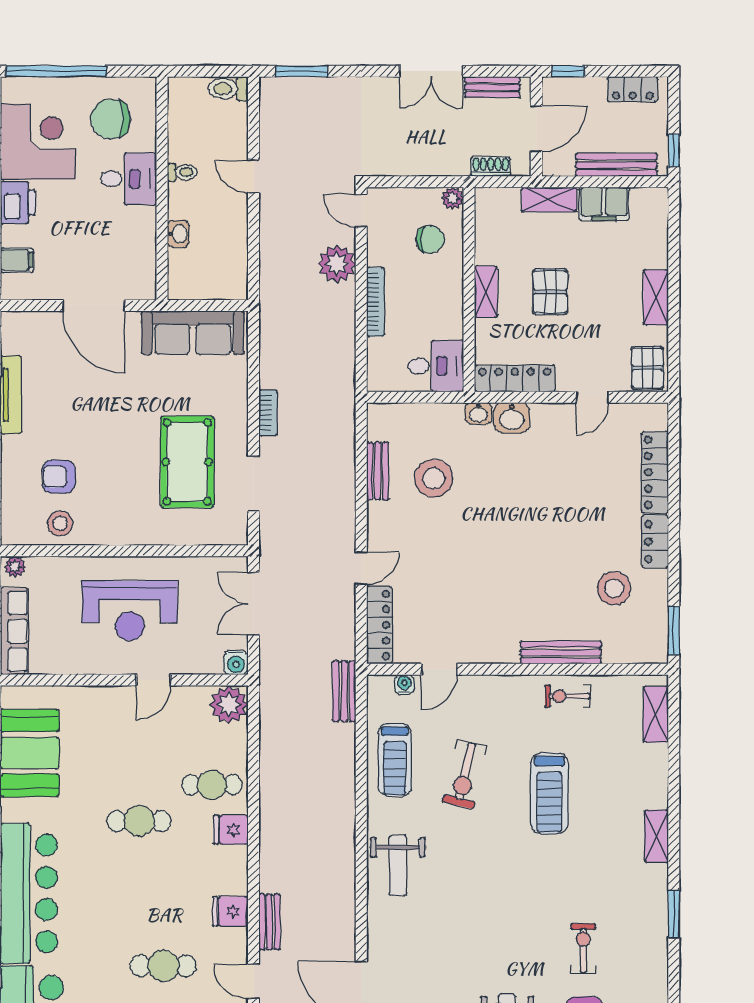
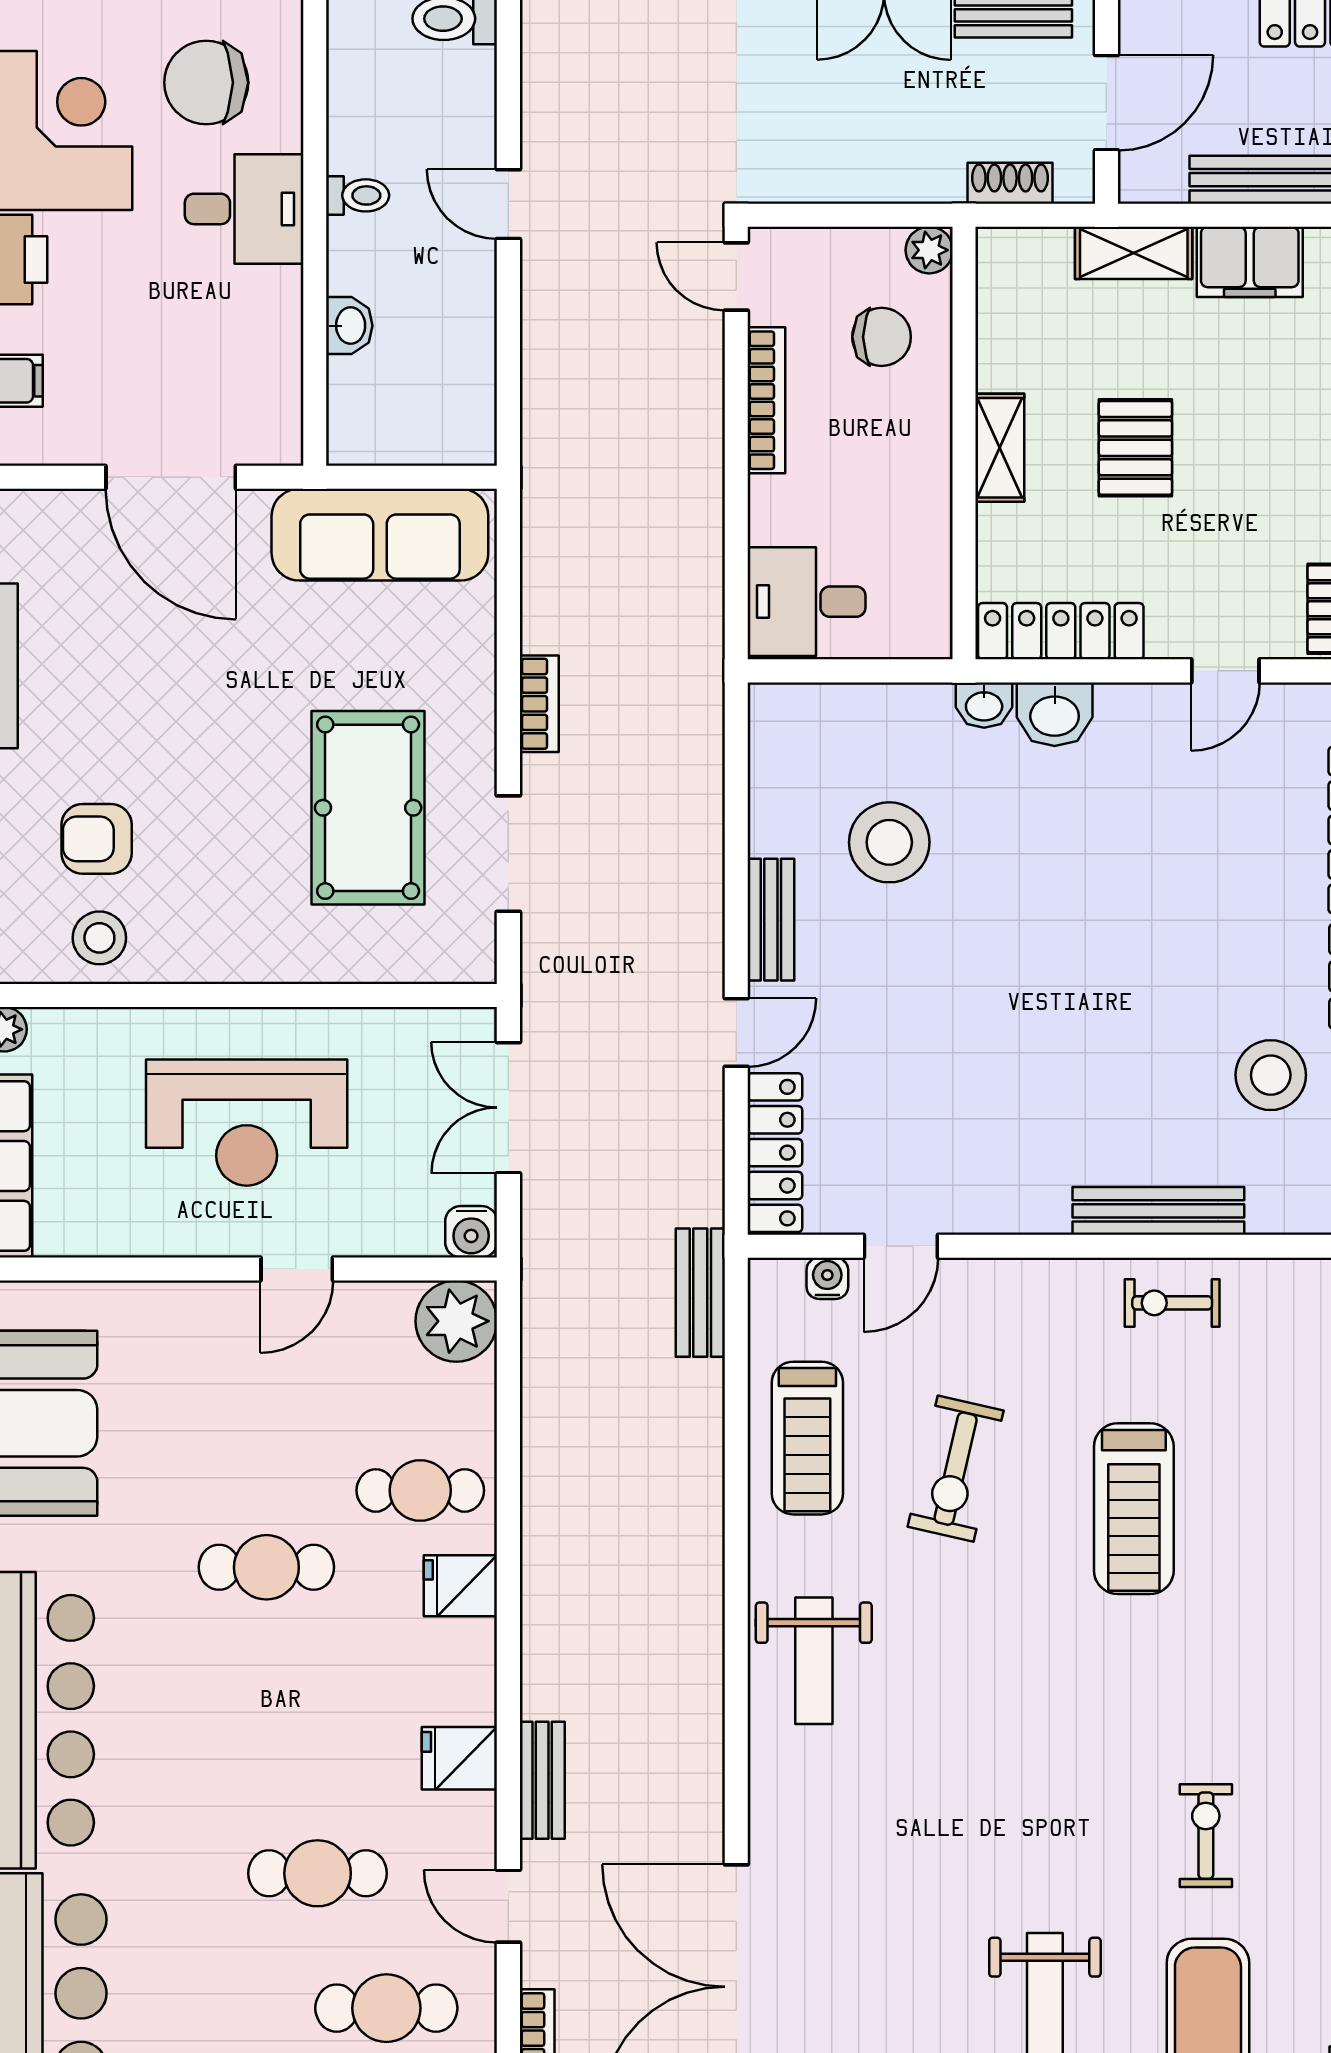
plant: (337, 264) -> (685, 389), removed
bookcase: (376, 302) -> (766, 400), moved
desk: (436, 366) -> (806, 602), moved, turned 180
bench: (378, 471) -> (771, 920), moved

